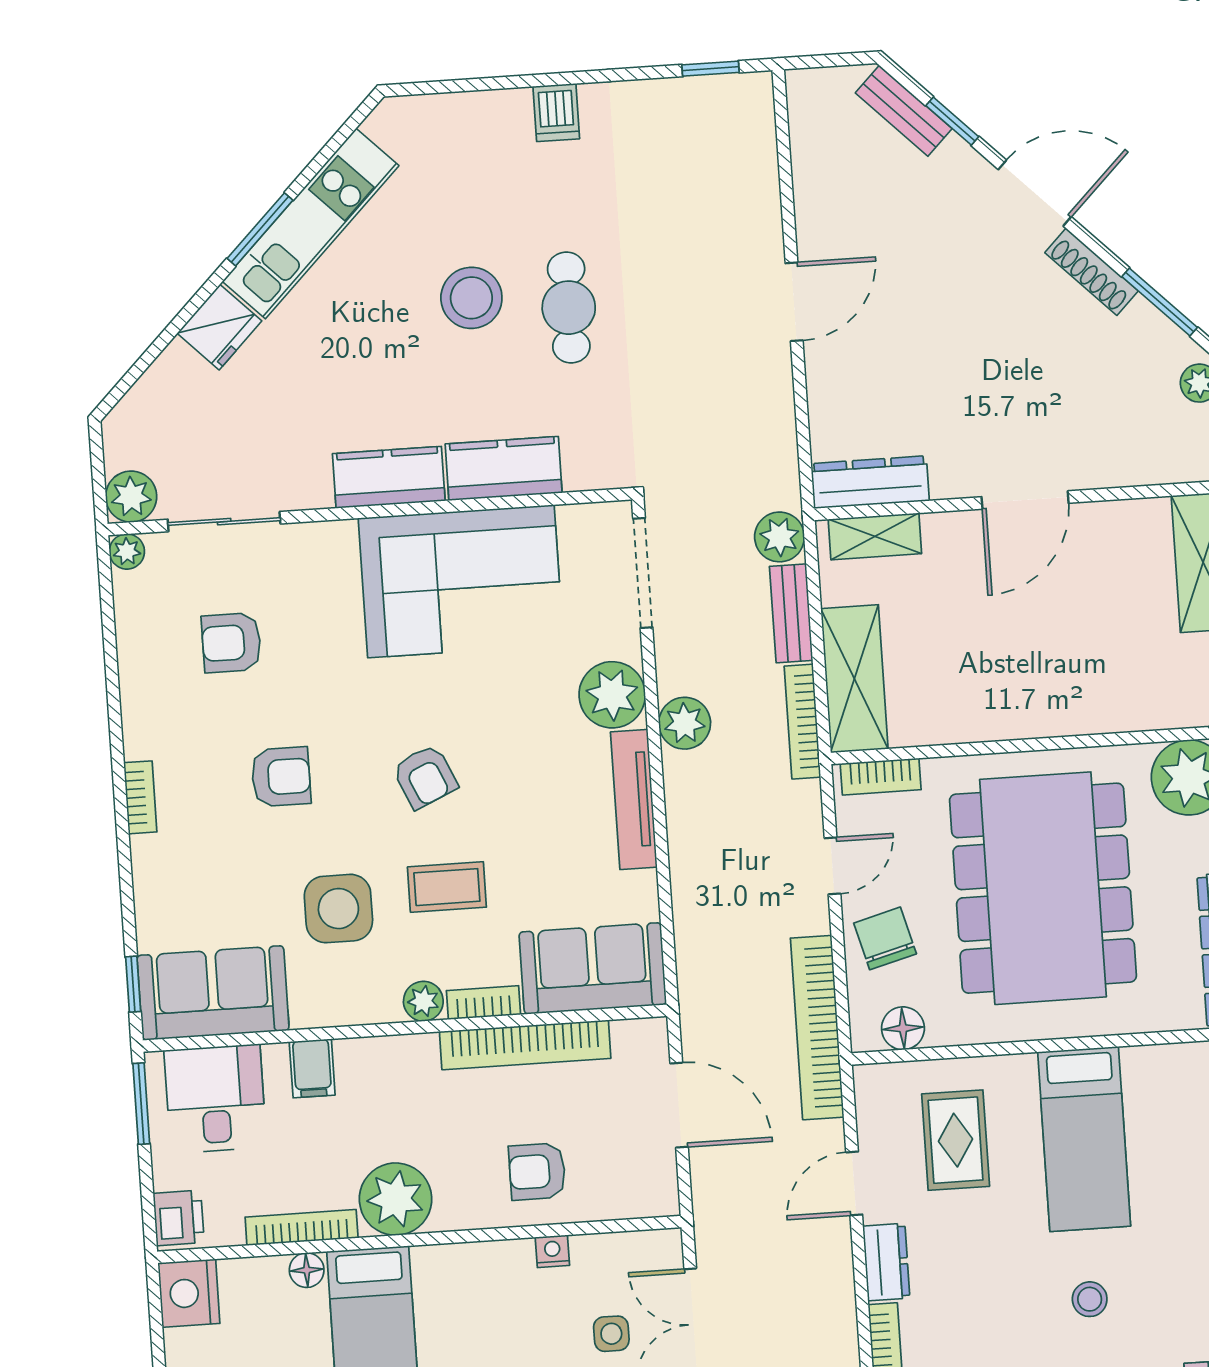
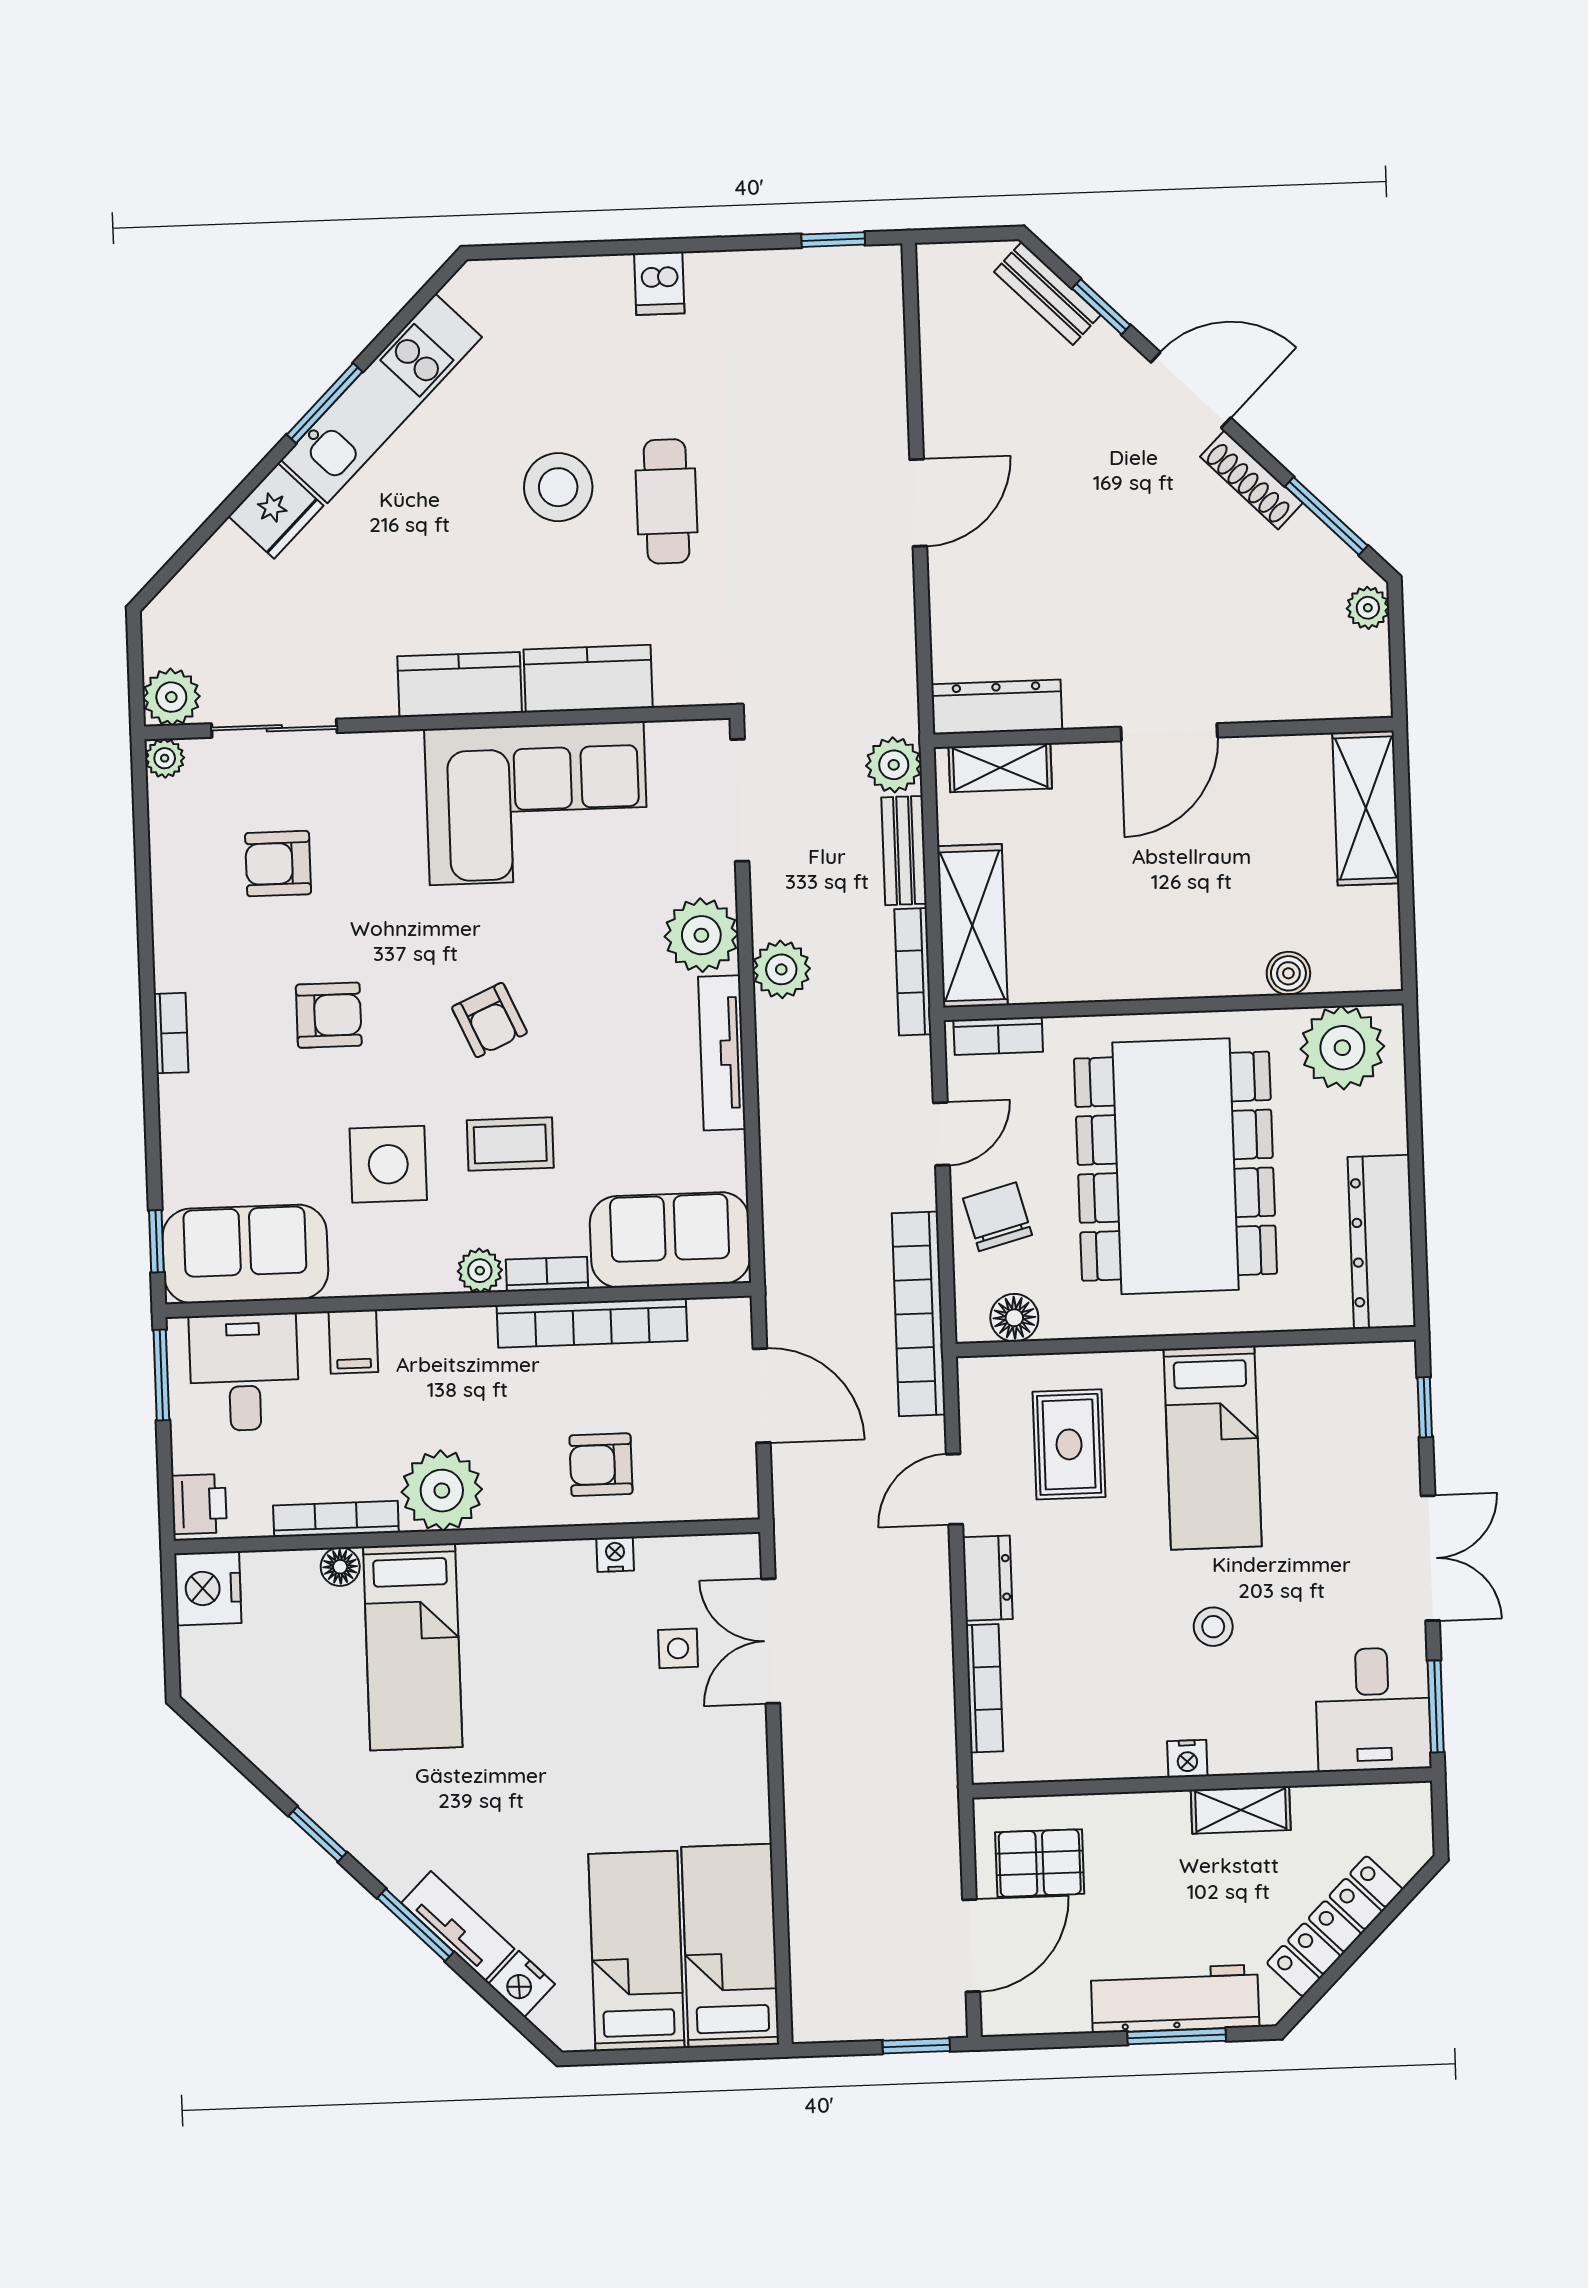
boiler: (1139, 712) -> (1288, 973), added

